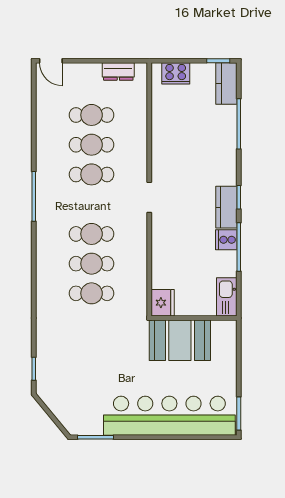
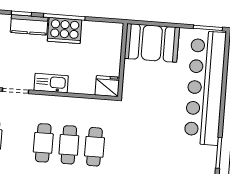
cooker: (226, 240) -> (65, 31), width x1.87, depth x1.31
kitchen sink: (227, 297) -> (51, 83), moved, turned 180
booth: (180, 340) -> (152, 43), moved, turned 90

